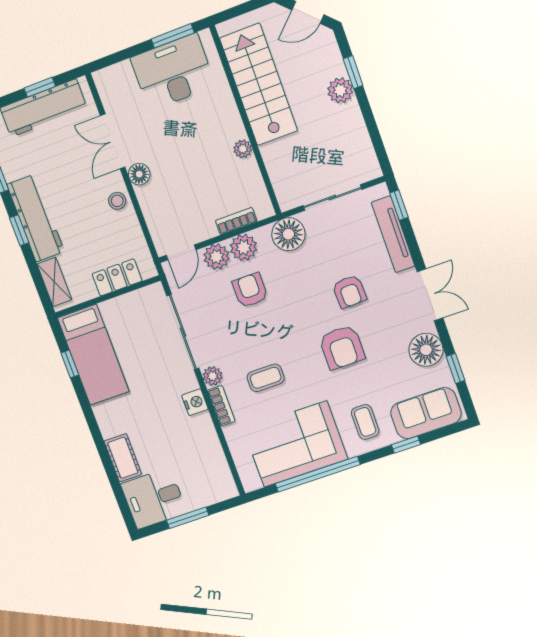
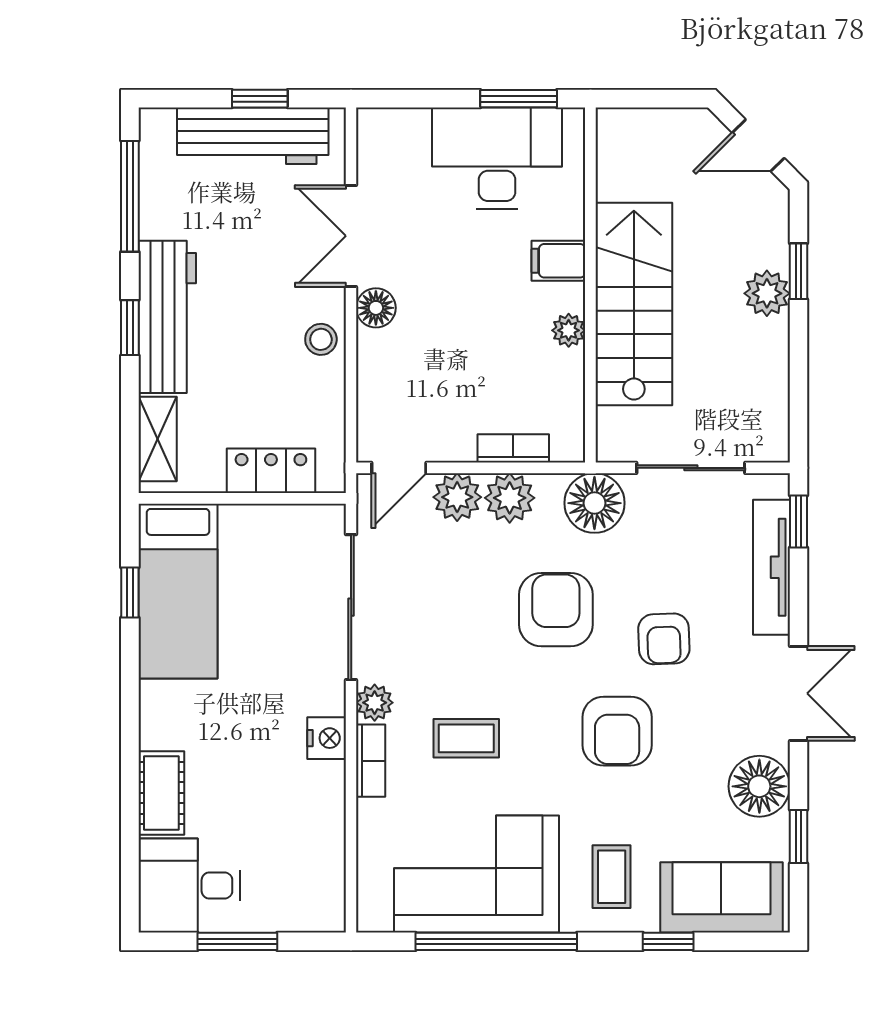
stairs: (259, 85) -> (634, 304), moved
filing cabinet: (224, 114) -> (558, 261), added
armchair: (250, 290) -> (556, 610), moved, width x1.38, depth x1.38

